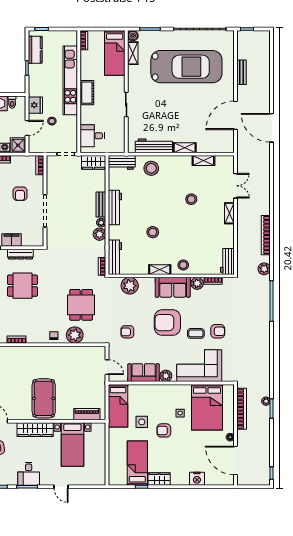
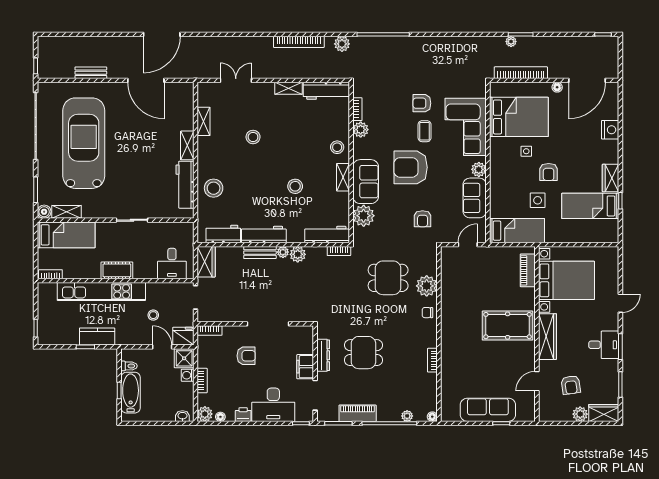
kitchen counter: (35, 50) -> (97, 336), moved
fridge: (35, 105) -> (183, 336), moved
workbench: (122, 162) -> (223, 234), moved, turned -90
shelving: (229, 213) -> (289, 88), moved
workbench: (227, 261) -> (326, 91), width x1.38
dining table: (23, 286) -> (363, 353), turned 90
sofa: (173, 287) -> (366, 182), moved
armchair: (167, 323) -> (411, 167), turned 90
armchair: (218, 331) -> (422, 103), turned -90
bed with nightstands: (72, 444) -> (566, 280), width x1.36

